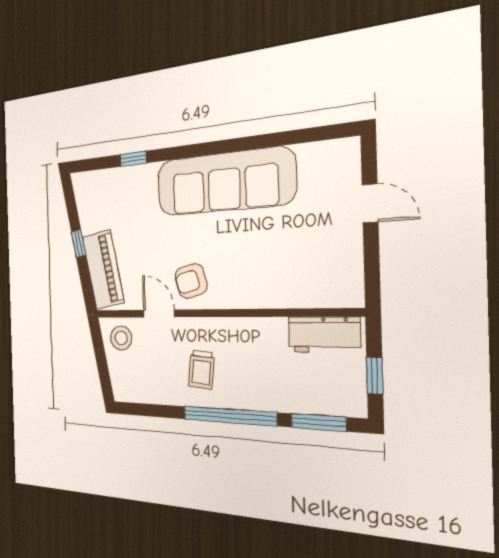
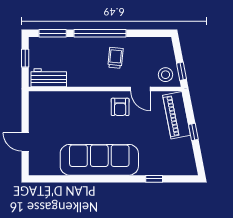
armchair: (191, 281) -> (120, 107), turned 105
window: (98, 344) -> (182, 71), added

